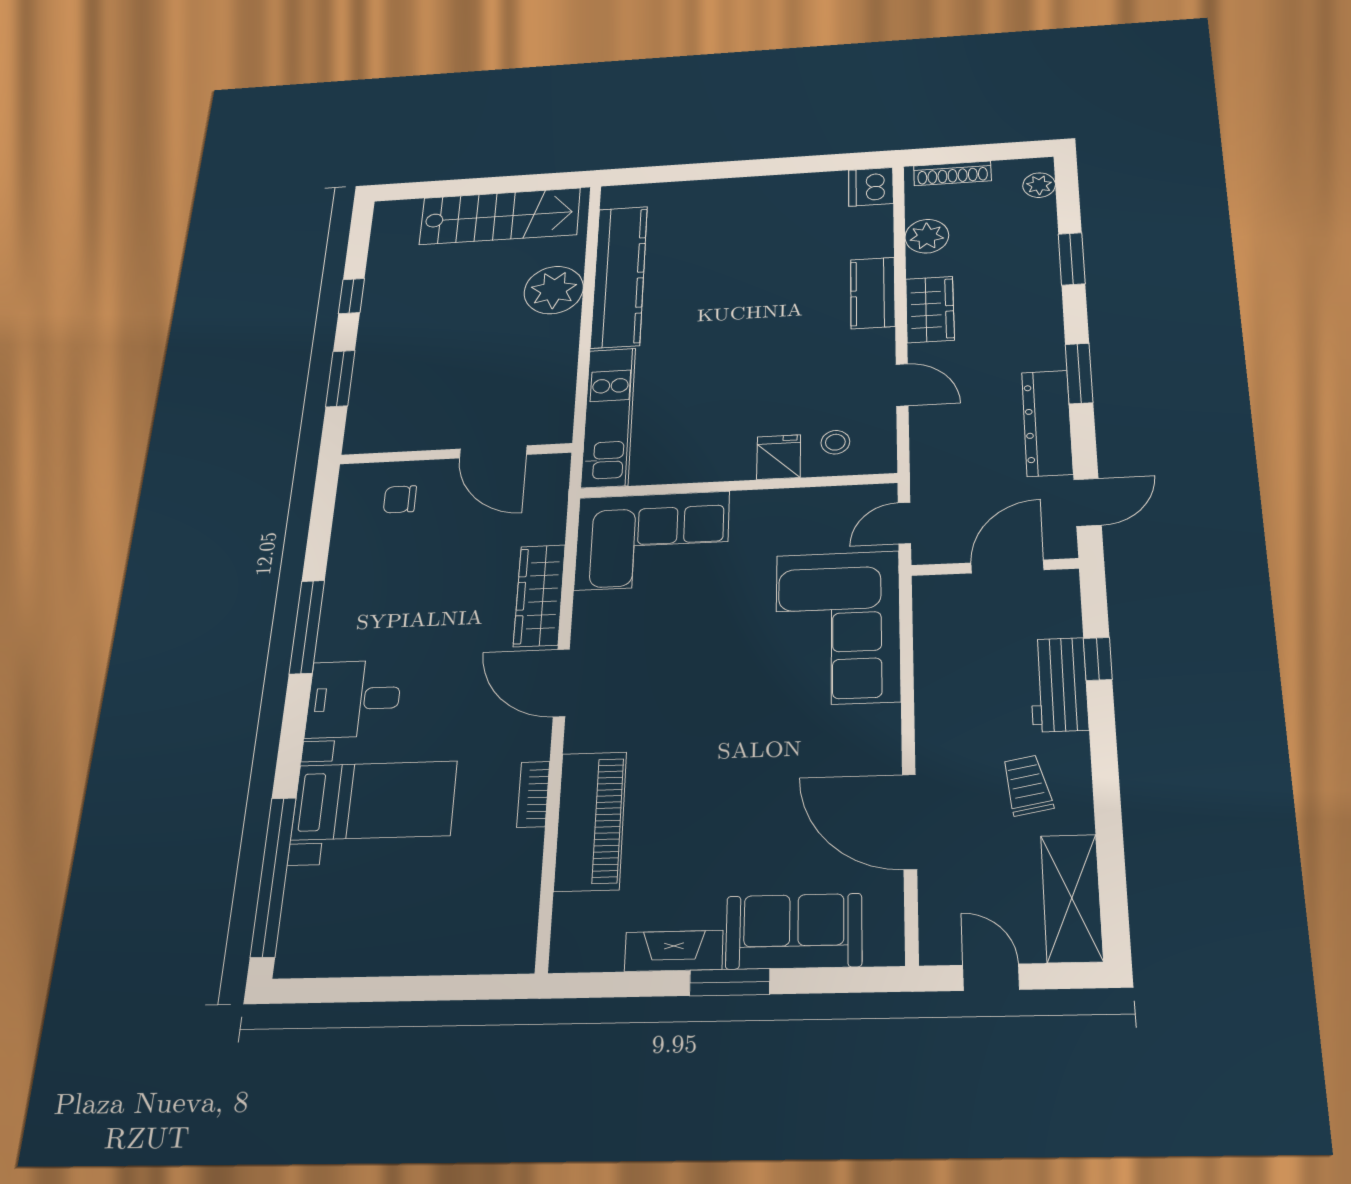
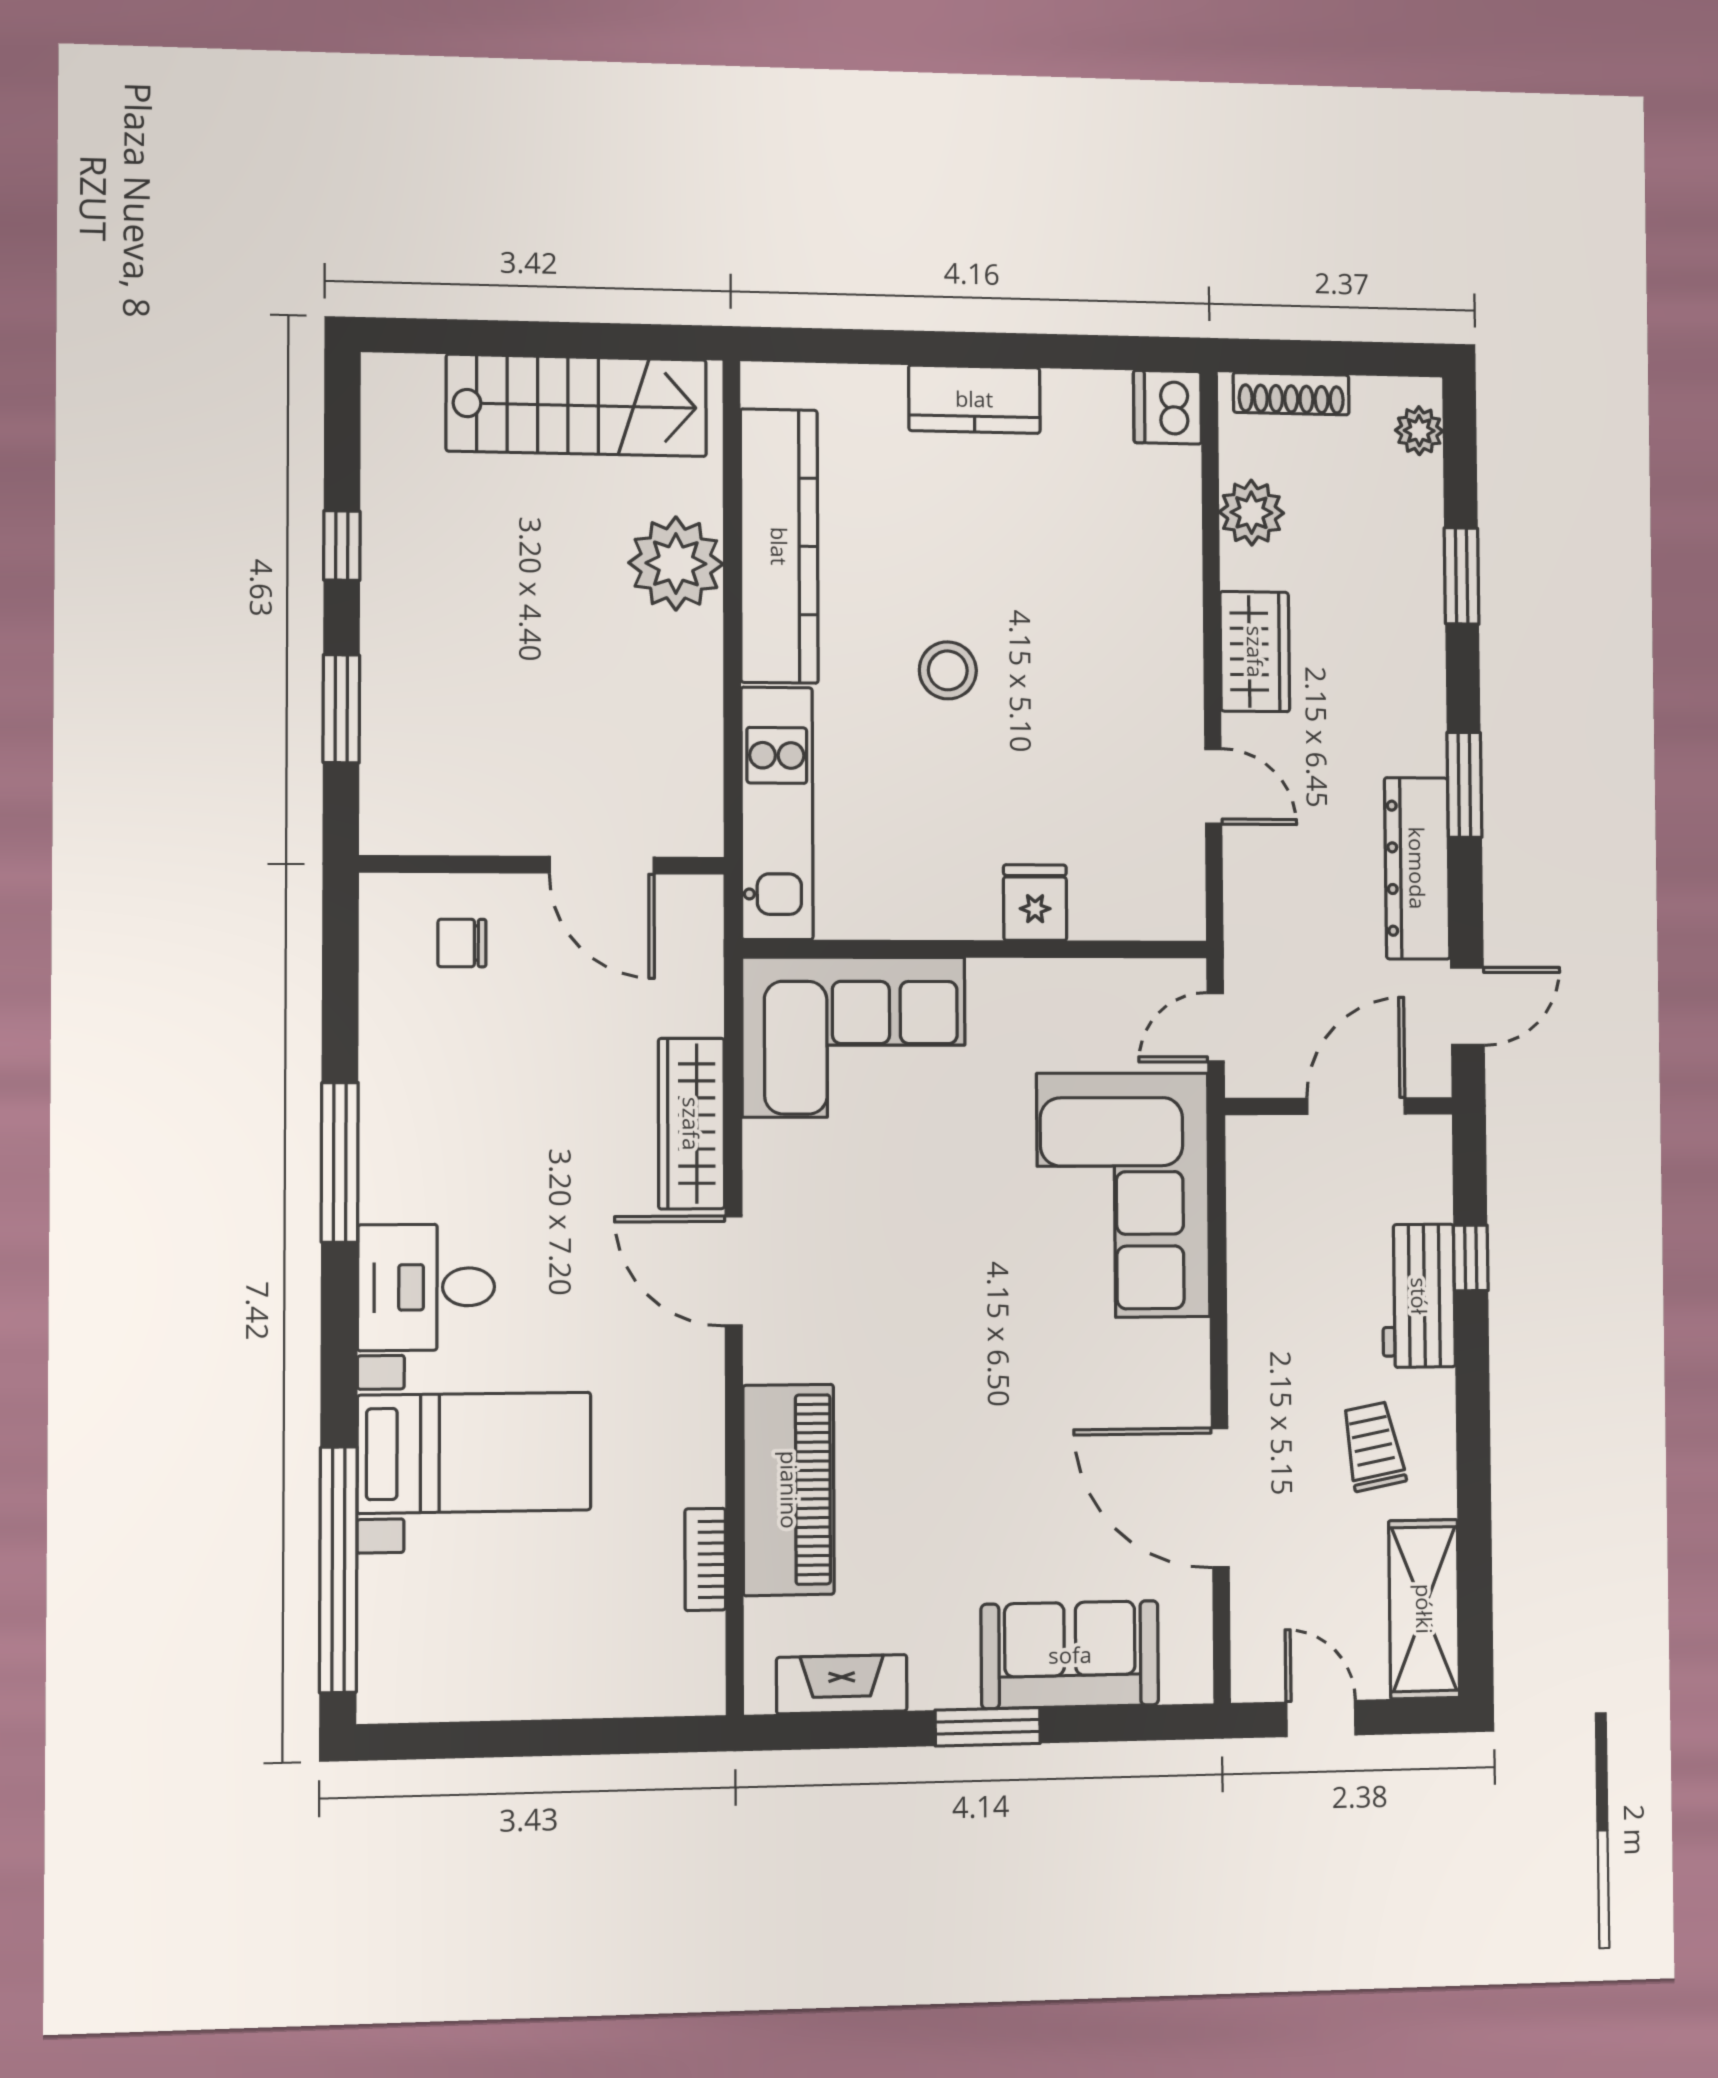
kitchen counter: (873, 293) -> (974, 399), moved, turned -90
stool: (835, 442) -> (948, 670), moved, width x1.37, depth x1.37
bookcase: (533, 794) -> (705, 1559), moved
fireplace: (674, 951) -> (842, 1684), moved

